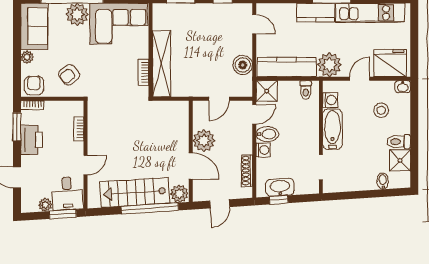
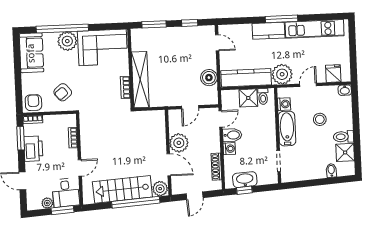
plant: (27, 57) -> (27, 79), removed
fridge: (390, 63) -> (333, 74), width x0.53, depth x0.75
shower: (267, 91) -> (248, 98), moved
stool: (381, 110) -> (320, 119), moved

